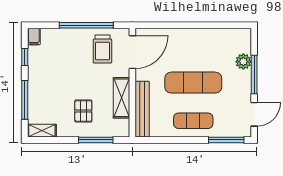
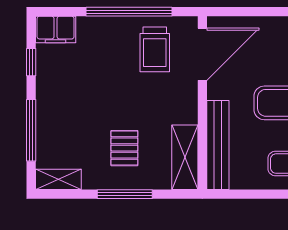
filing cabinet: (34, 36) -> (56, 29), width x2.00
shelving: (121, 98) -> (185, 157), moved
window: (96, 140) -> (125, 194), moved

